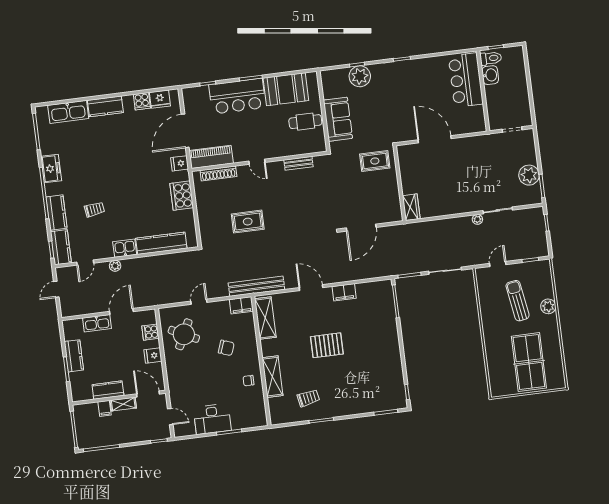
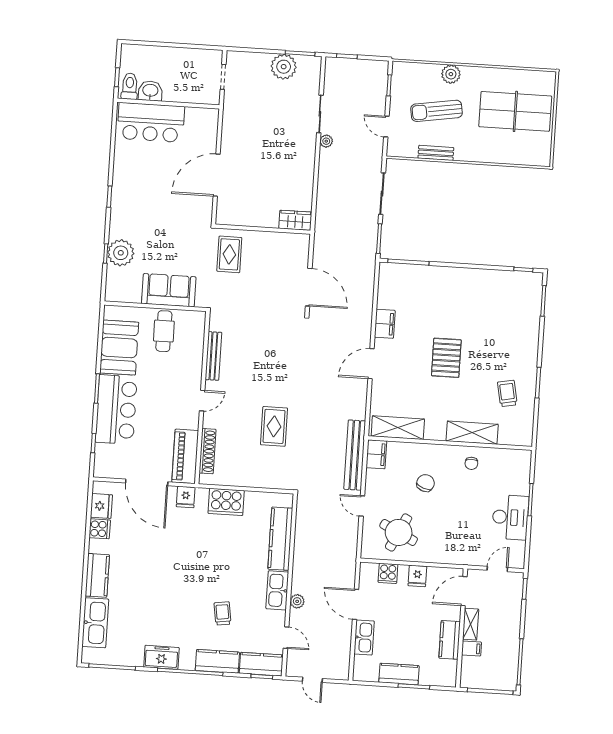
bench: (298, 163) -> (213, 356), width x1.36
kitchen sink: (125, 248) -> (277, 590), width x1.38
bench: (256, 286) -> (355, 455), moved
bench: (485, 306) -> (436, 153), added

